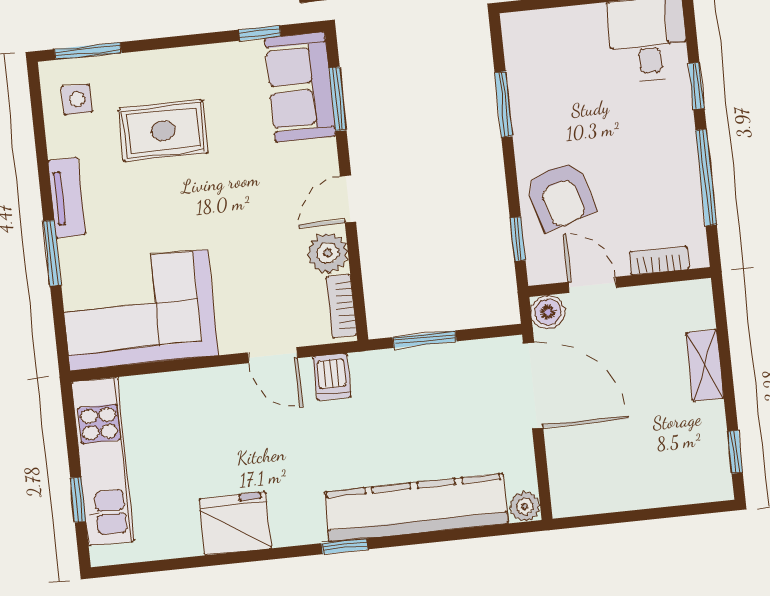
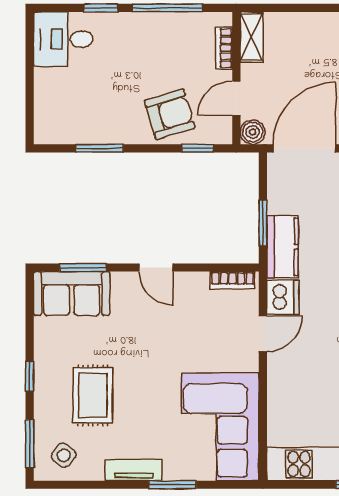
window: (260, 33) -> (30, 376), moved
side table: (77, 99) -> (64, 455), turned 37
plant: (328, 253) -> (193, 286), removed
shelving: (705, 365) -> (252, 37), moved, turned 90
kitchen counter: (395, 370) -> (282, 247), added
dishwasher: (332, 377) -> (283, 297), width x1.38

